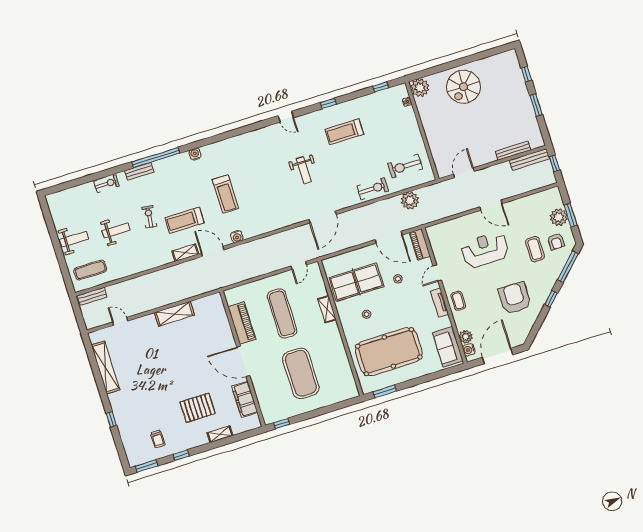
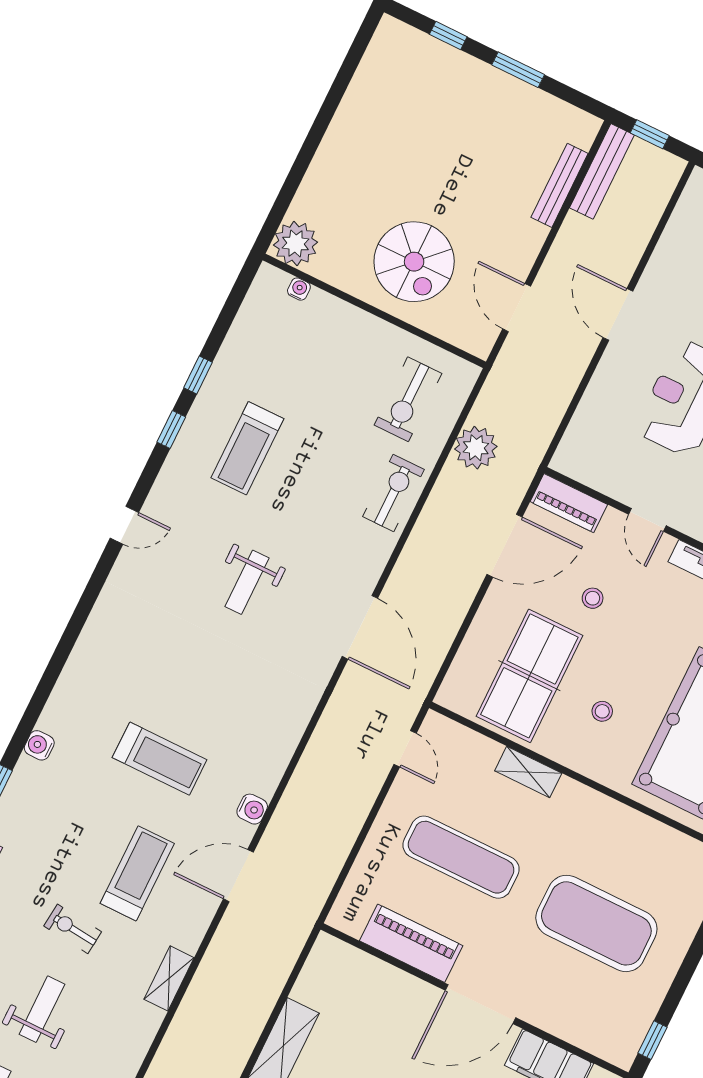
window: (381, 87) -> (198, 375), moved
spiral stairs: (463, 87) -> (414, 262), moved
weight bench: (304, 170) -> (247, 582), turned 90
door: (491, 205) -> (618, 314), swing flipped
treadmill: (184, 220) -> (137, 873), turned 180
shelving: (185, 253) -> (169, 978), moved

